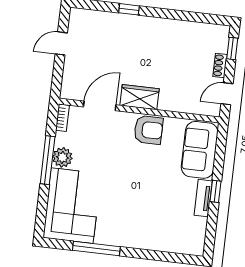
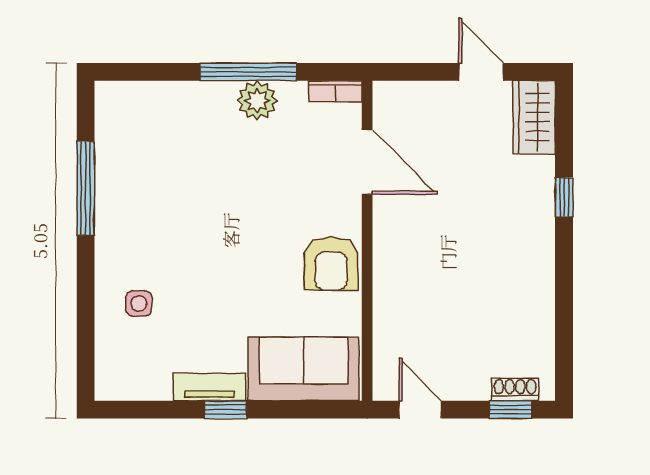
shoe rack: (220, 66) -> (515, 389), moved
wardrobe: (140, 97) -> (534, 117), moved, turned 180
corner sofa: (72, 206) -> (164, 131), removed
side table: (157, 229) -> (139, 304), added

